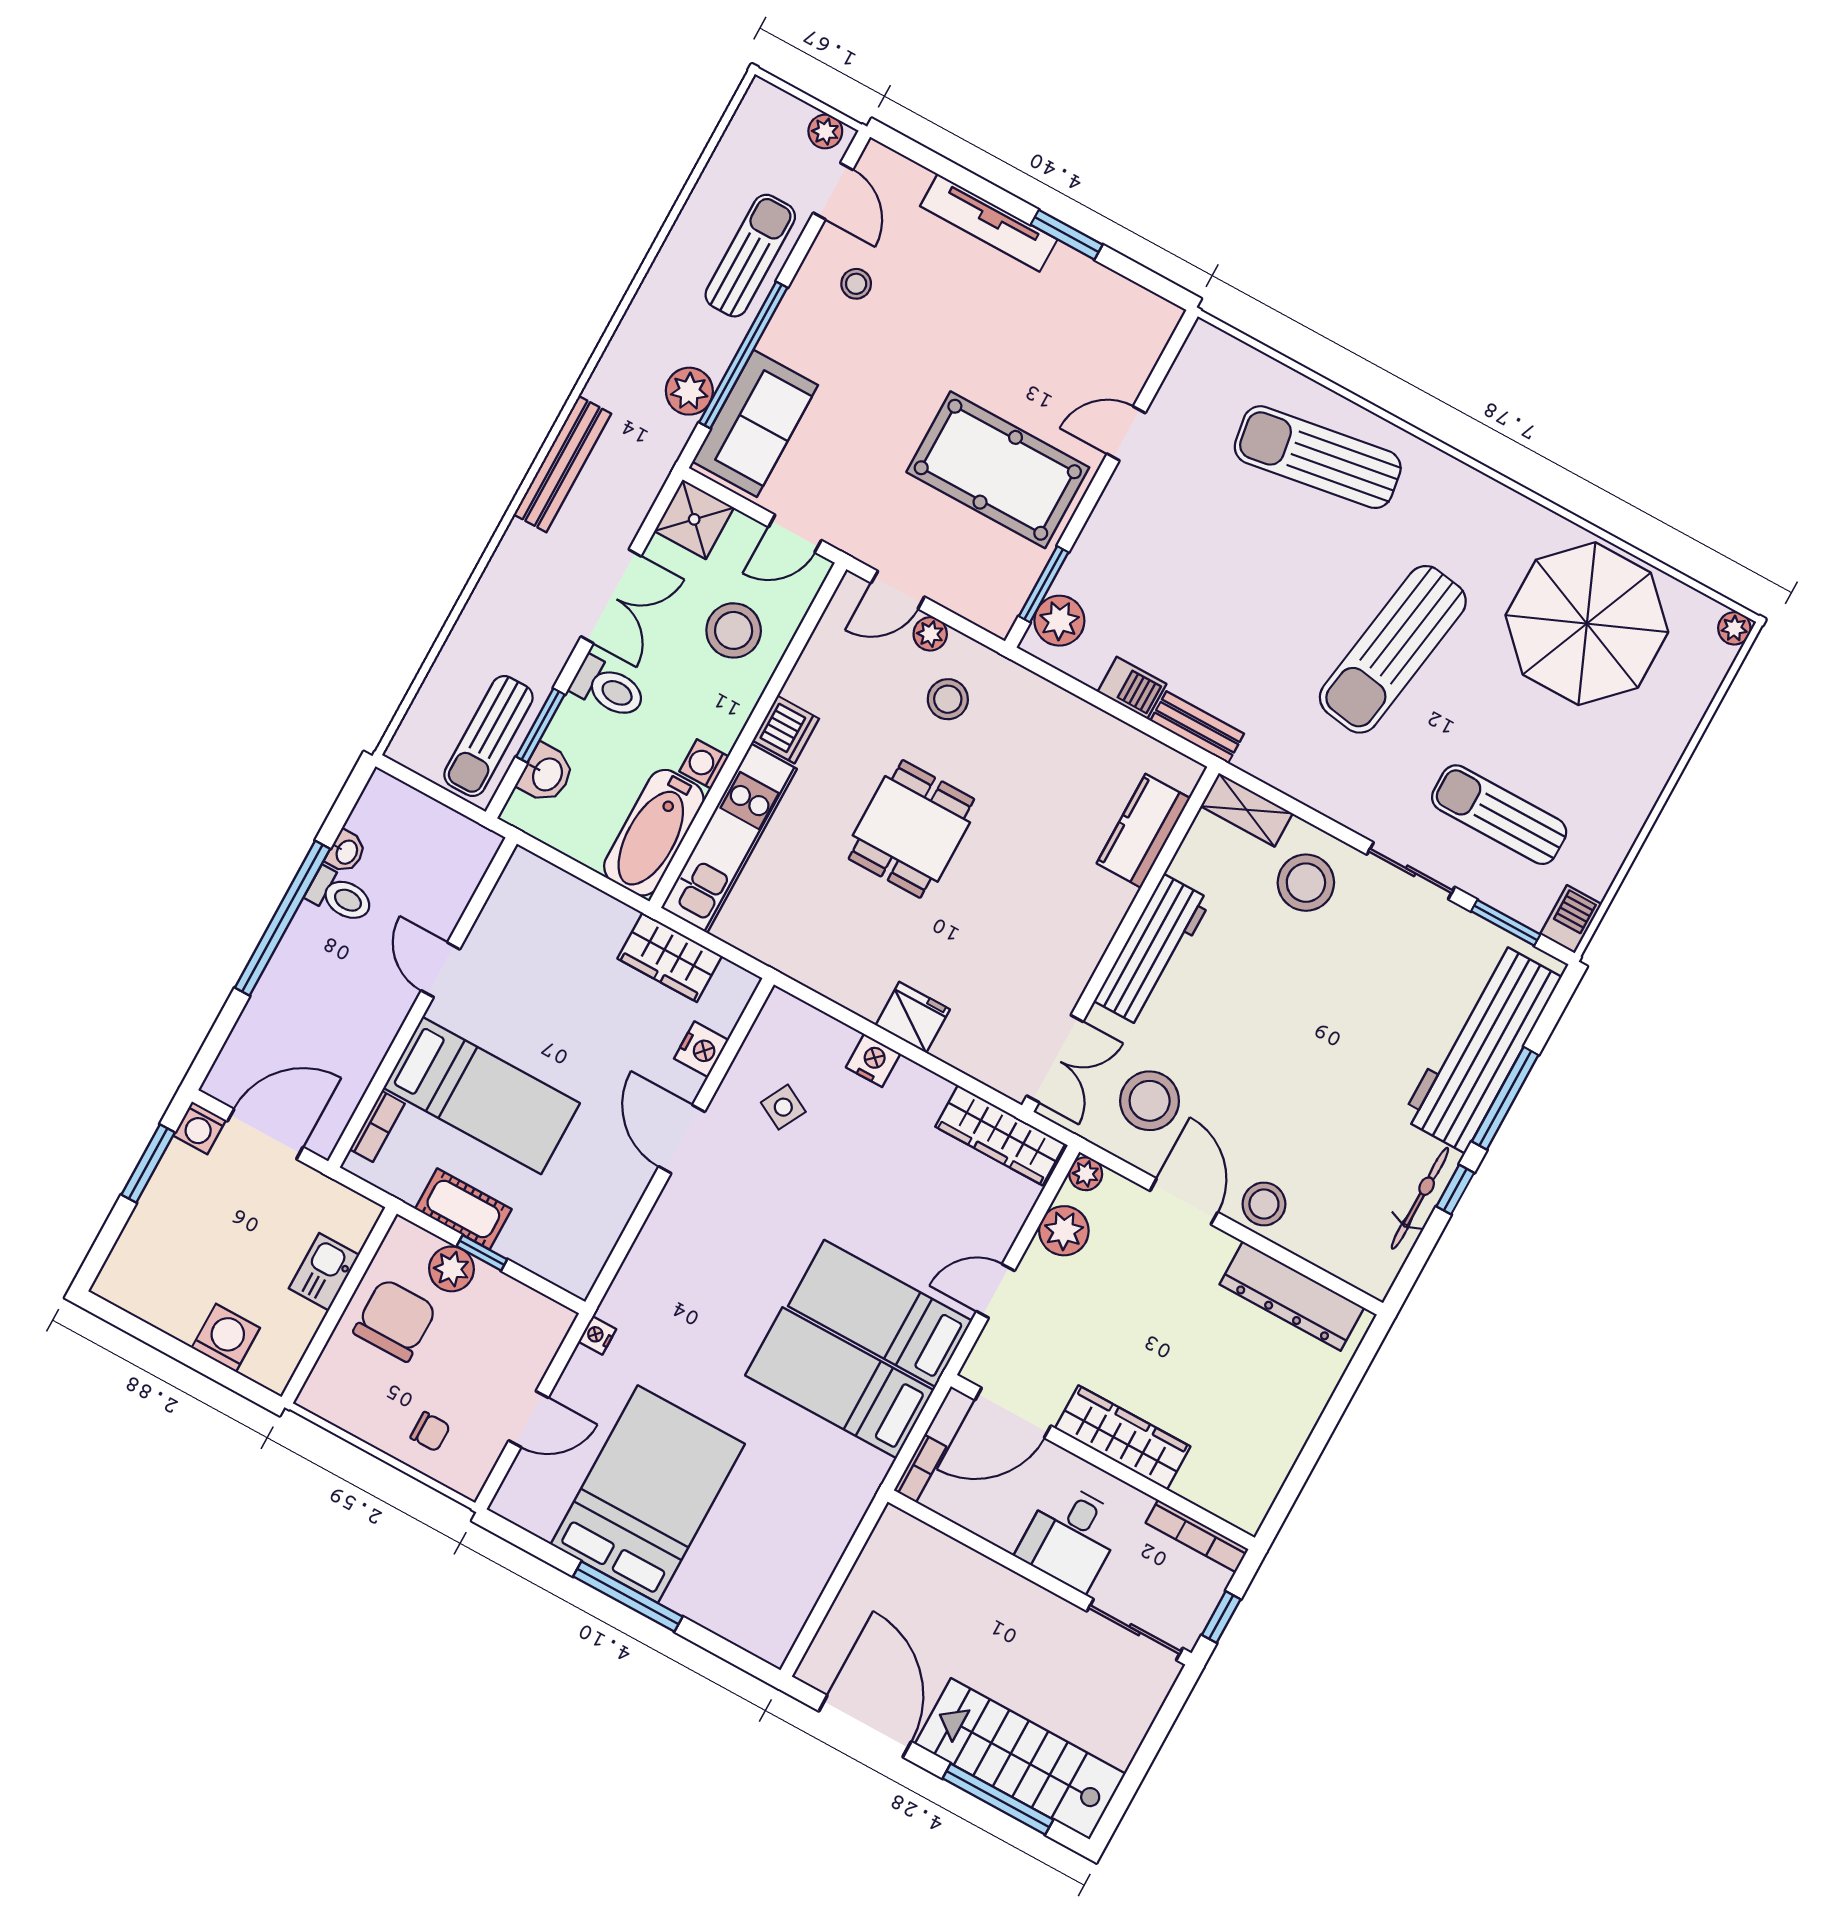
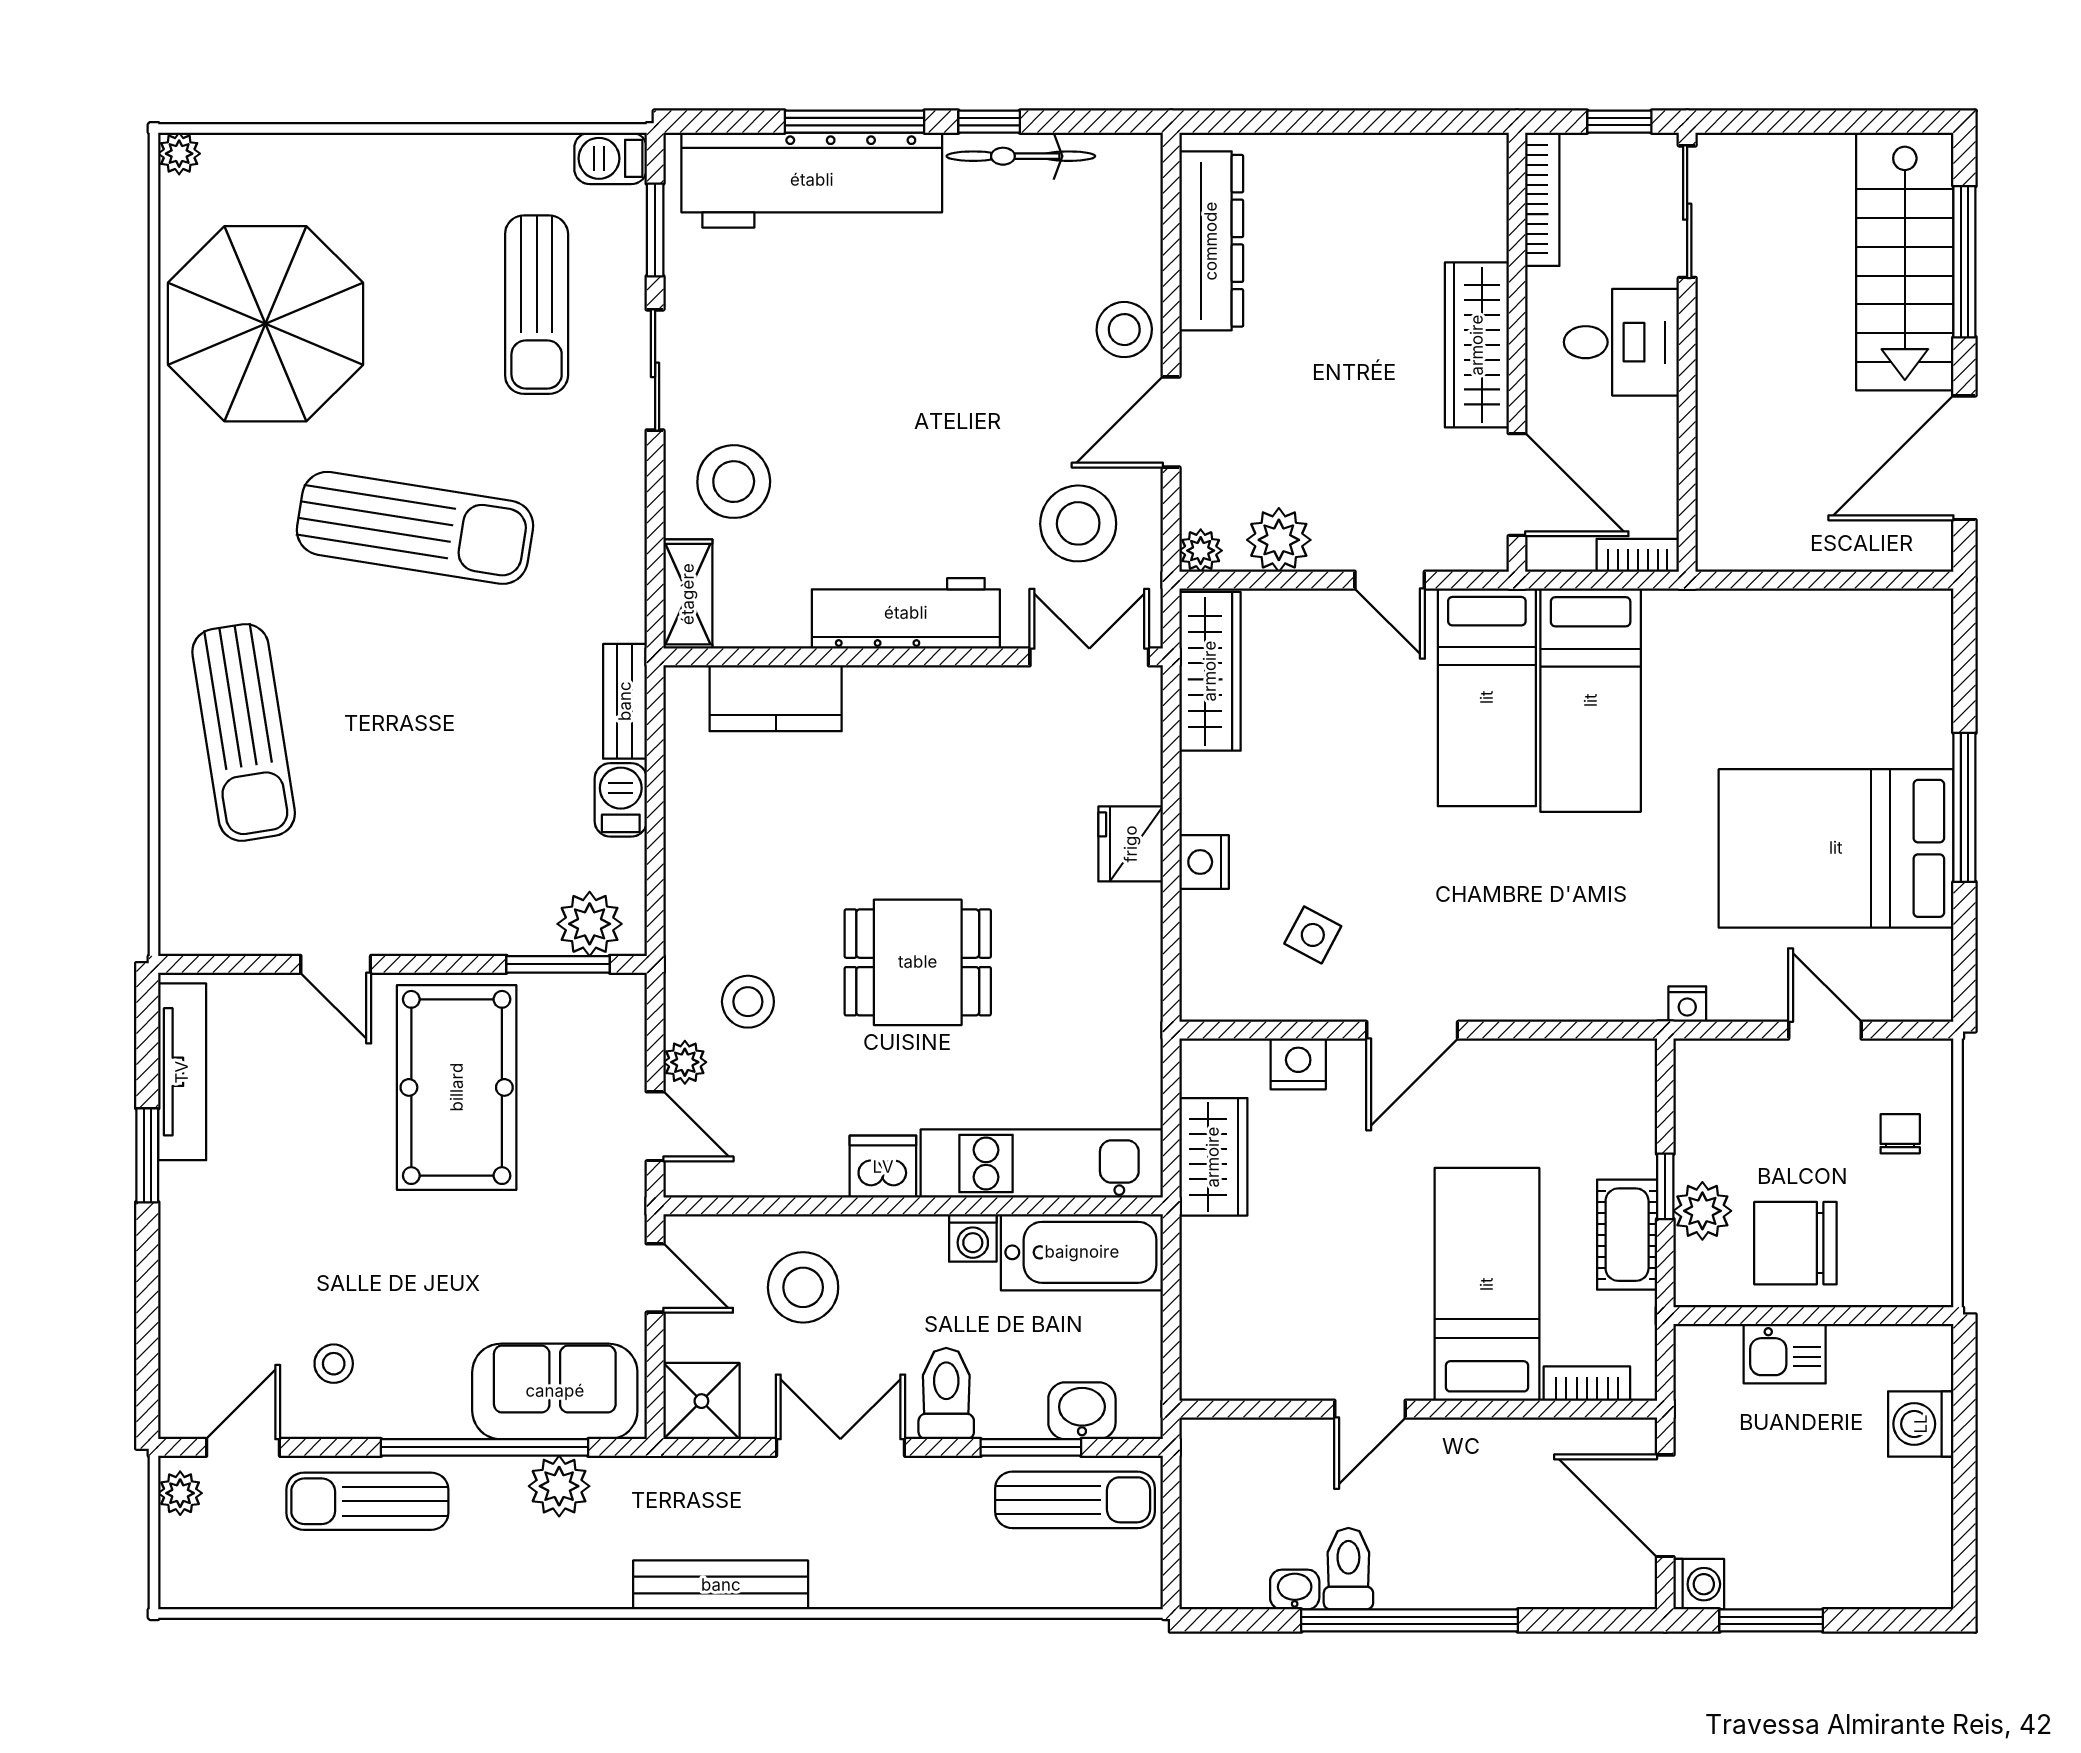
tv unit: (989, 223) -> (182, 1072), moved

